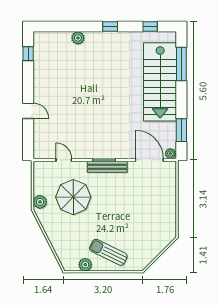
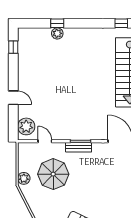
window: (110, 27) -> (57, 23), moved
plant: (43, 143) -> (26, 126), added
bench: (107, 167) -> (79, 147), width x0.73

